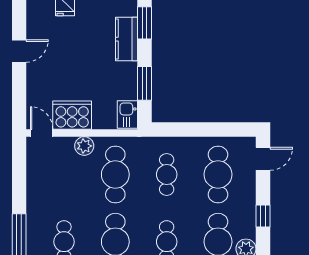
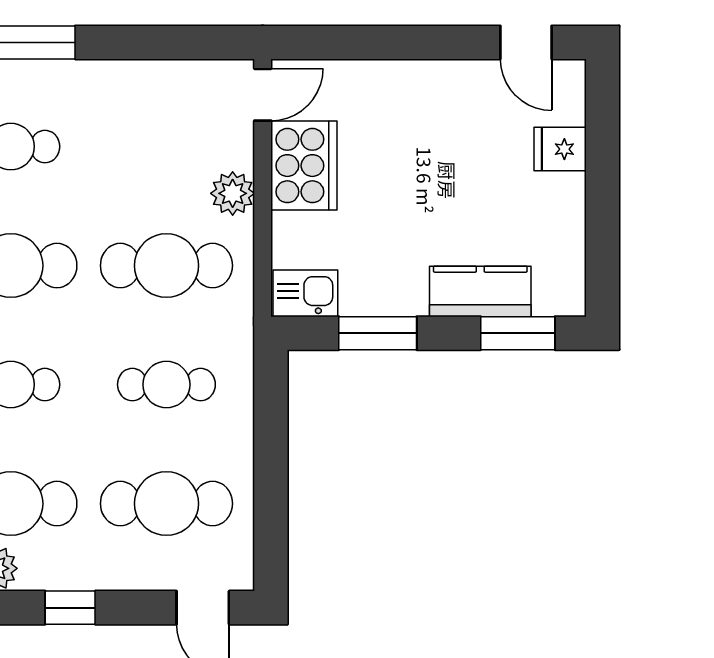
door: (19, 51) -> (526, 42), moved

